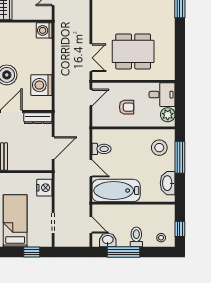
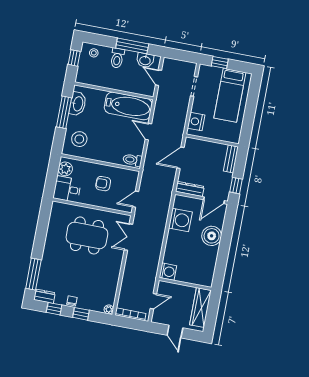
toilet: (101, 149) -> (132, 160), moved
window: (180, 157) -> (64, 112), moved

